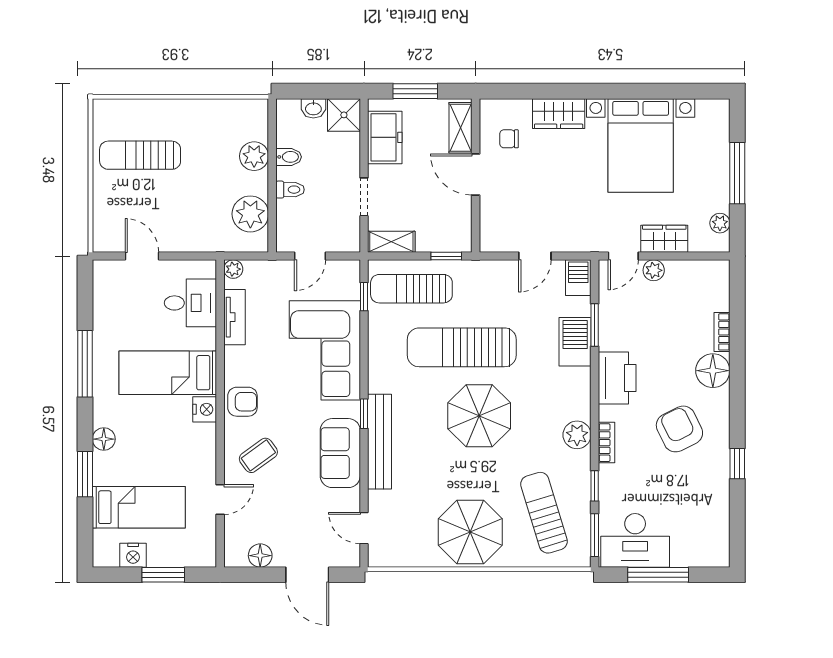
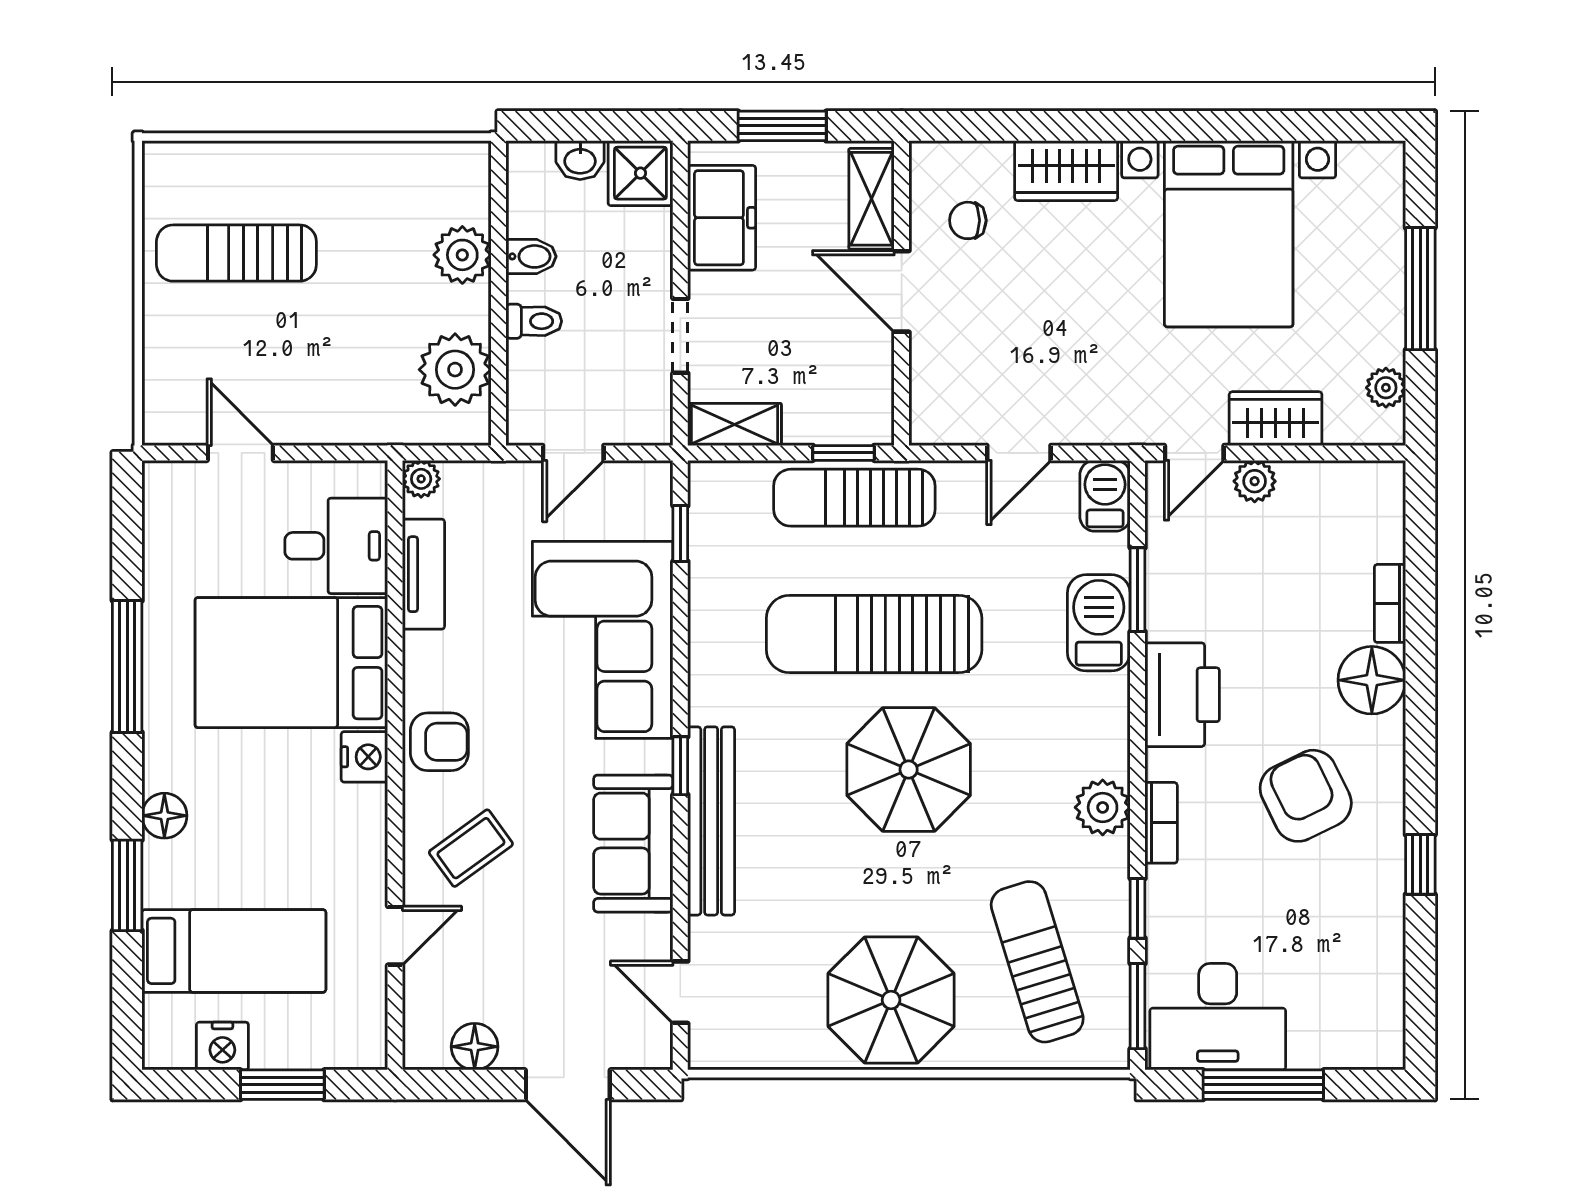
sun lounger: (411, 289) -> (854, 498), moved
bed: (168, 373) -> (291, 663), width x1.50

